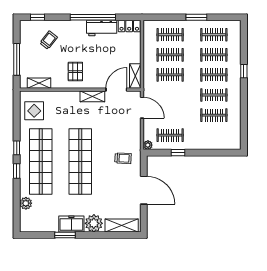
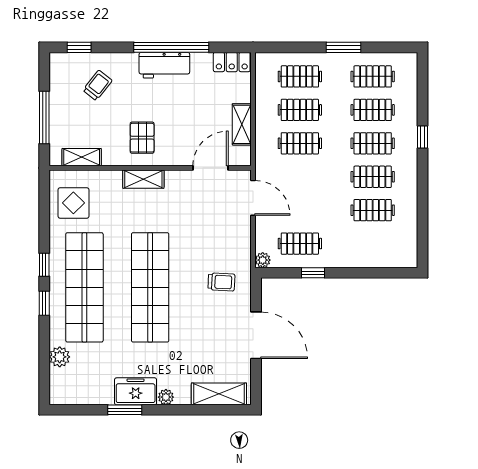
workbench: (102, 28) -> (164, 65), moved
shelving: (135, 76) -> (242, 124), moved
shelving: (92, 96) -> (143, 179), moved
plant: (94, 223) -> (166, 397), width x0.53, depth x0.53

